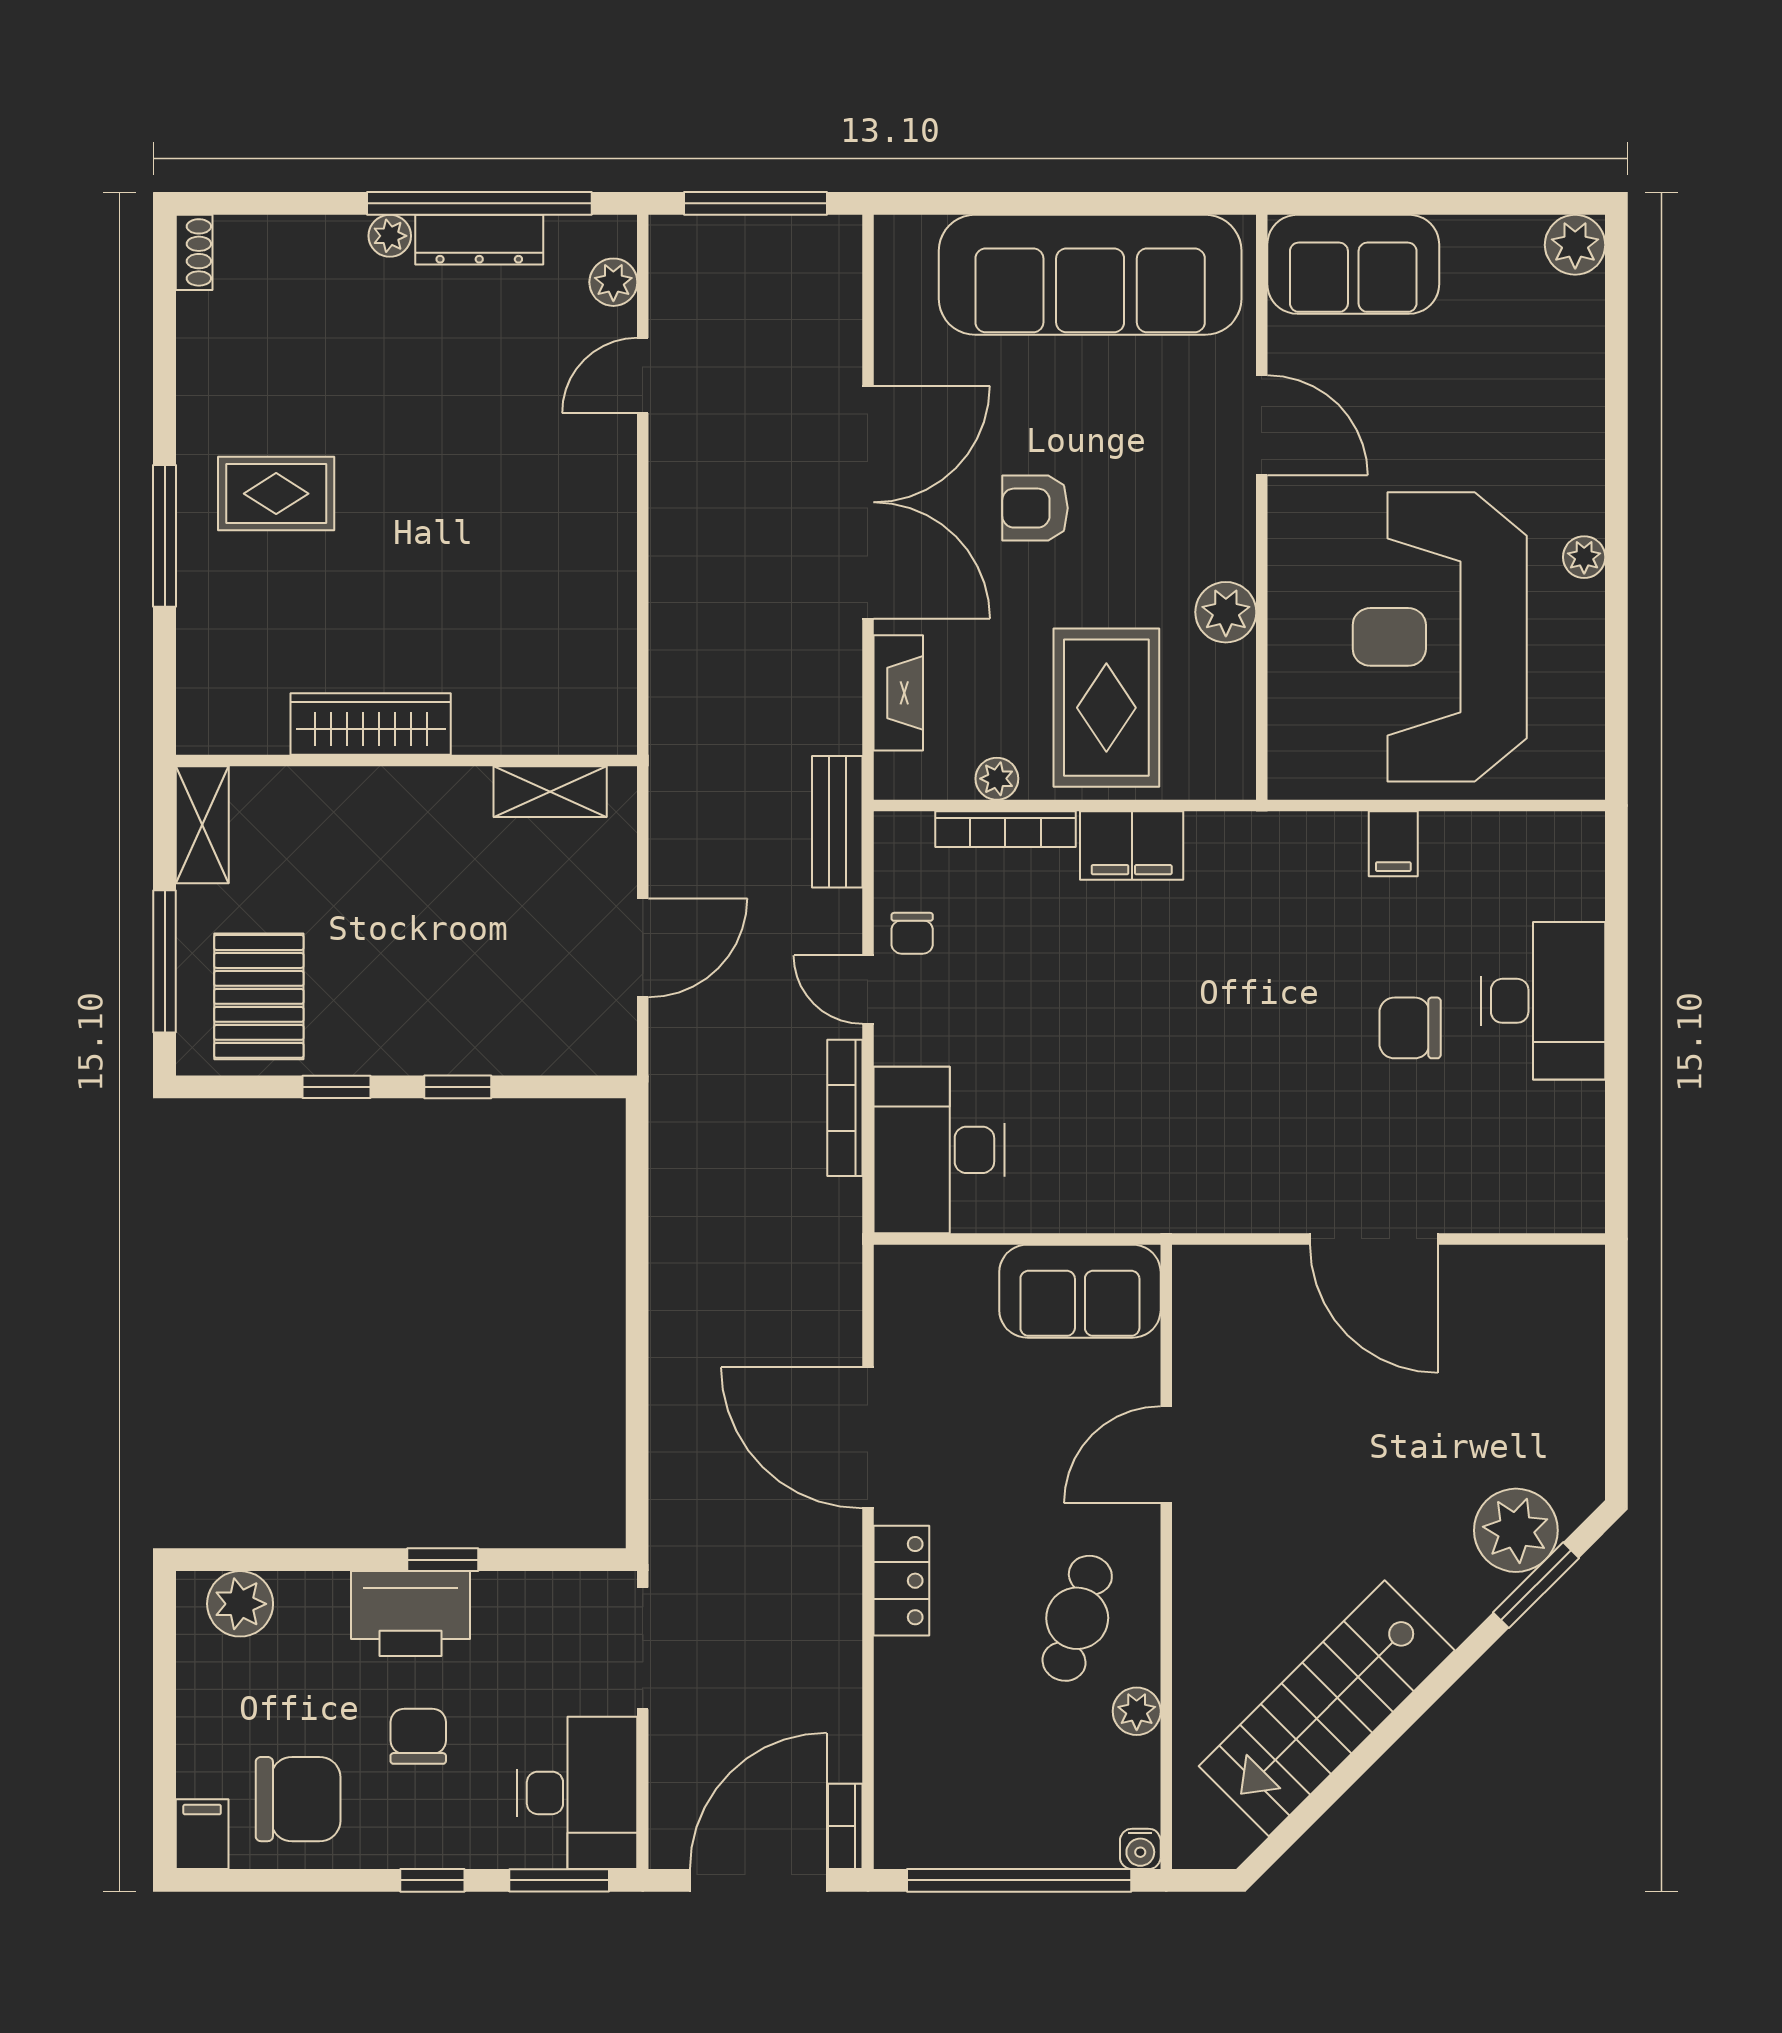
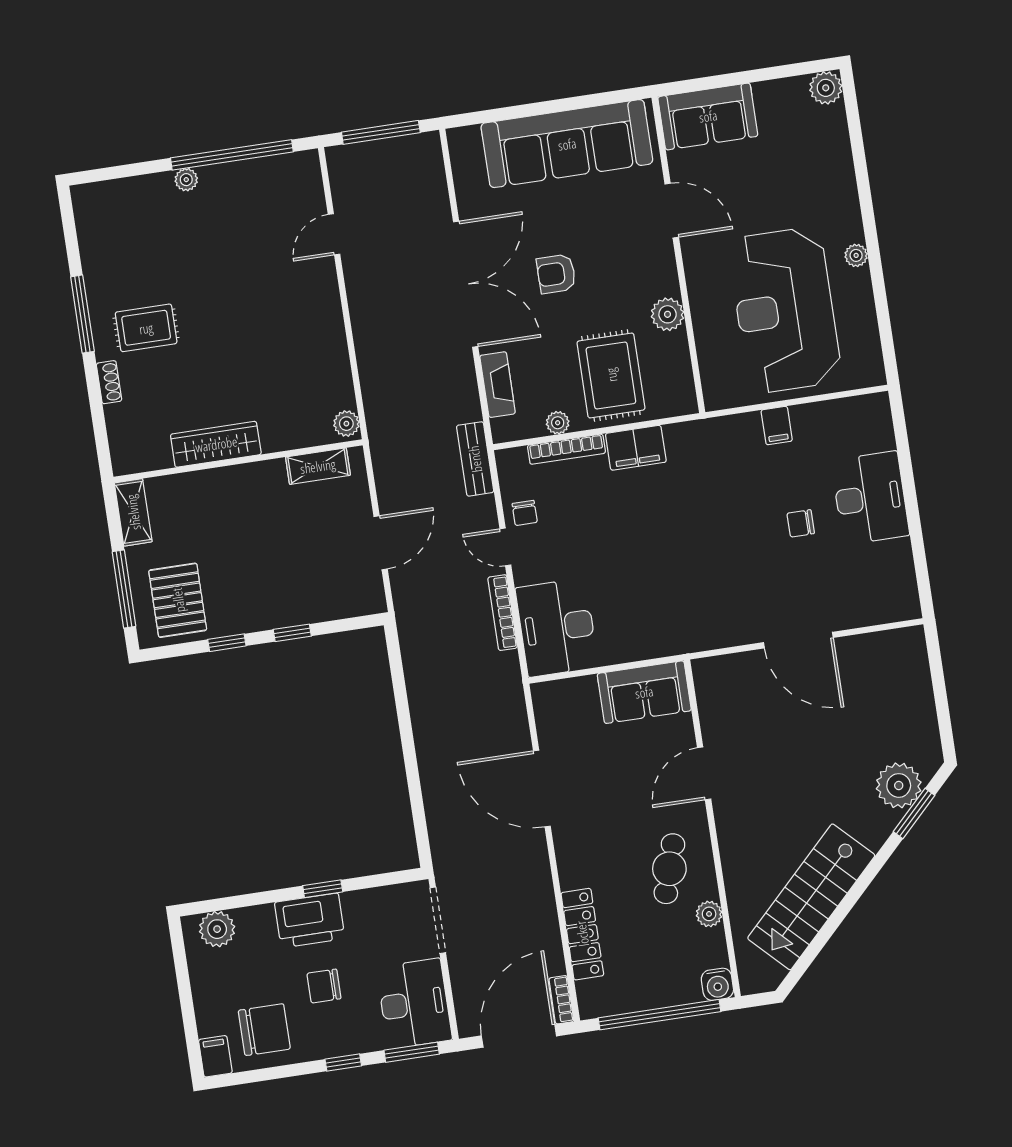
dresser: (479, 240) -> (235, 174), removed
shoe rack: (194, 252) -> (109, 382), moved
plant: (613, 282) -> (346, 424), moved
window: (165, 536) -> (82, 314), moved
chair: (1410, 1028) -> (801, 523), width x0.73, depth x0.73
locker: (901, 1581) -> (582, 934), moved, width x1.53
chair: (418, 1736) -> (324, 986), turned -90
water cooler: (1140, 1849) -> (717, 984), width x1.38, depth x1.38

